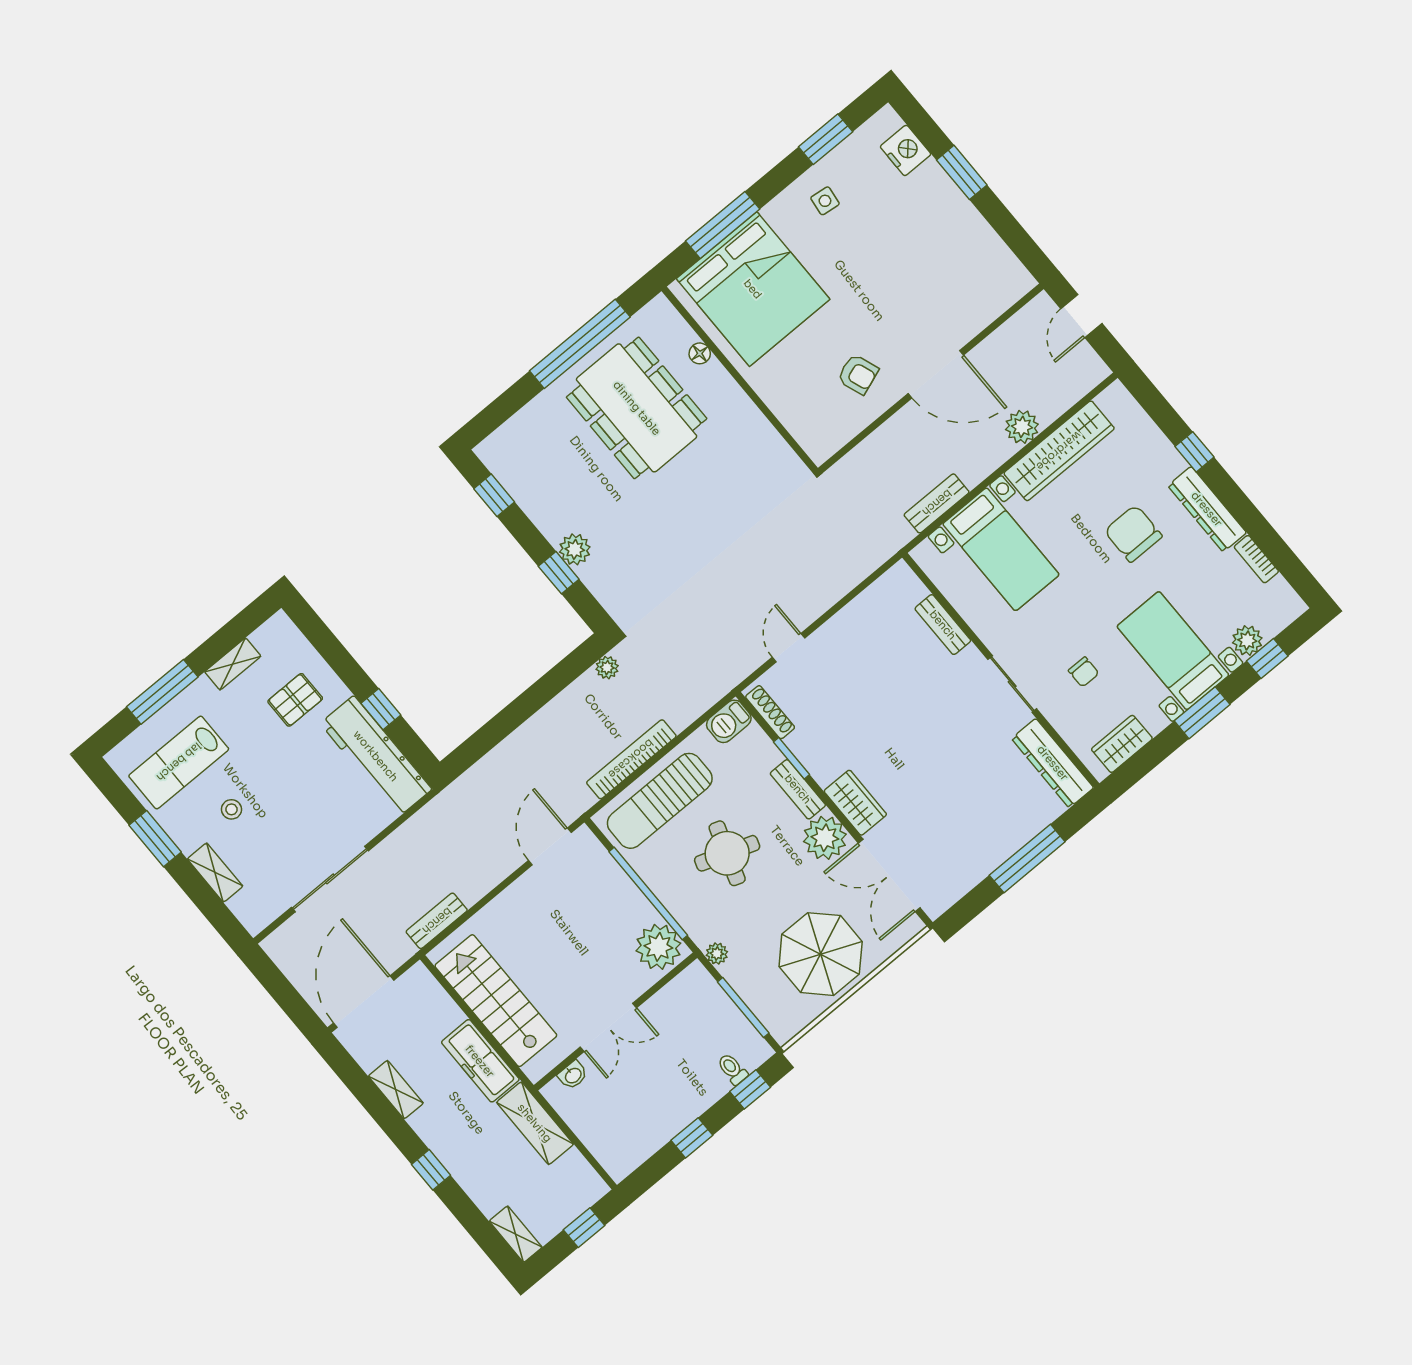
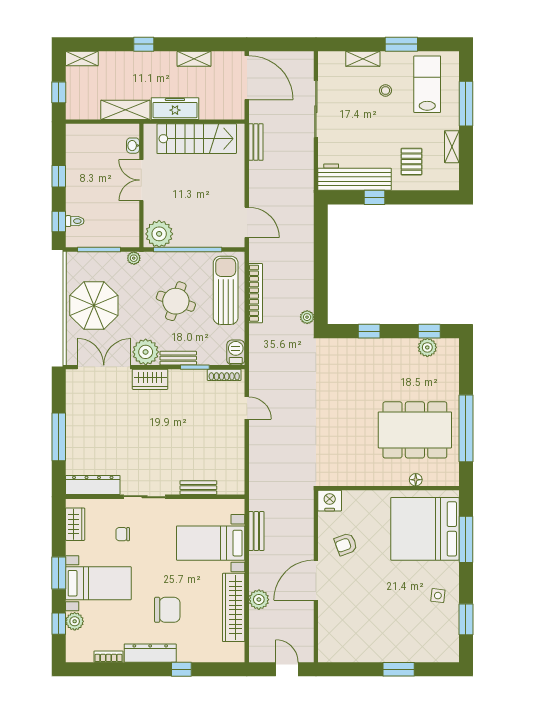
nightstand: (906, 150) -> (330, 501), moved, turned 180
plant: (575, 549) -> (427, 347), moved

